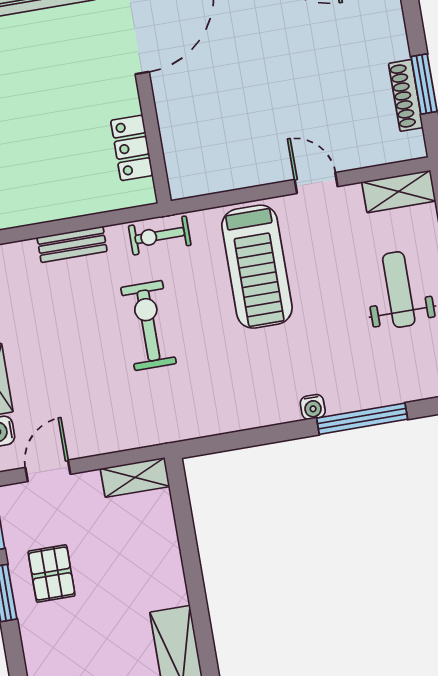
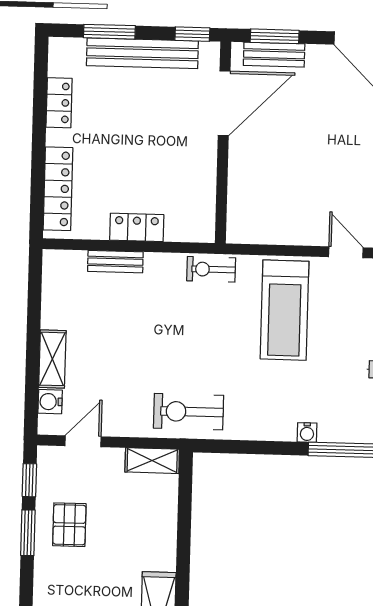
locker: (132, 148) -> (137, 227), moved, turned 90
bench: (72, 244) -> (115, 262), moved
exercise bike: (148, 325) -> (189, 412), moved, turned -90

